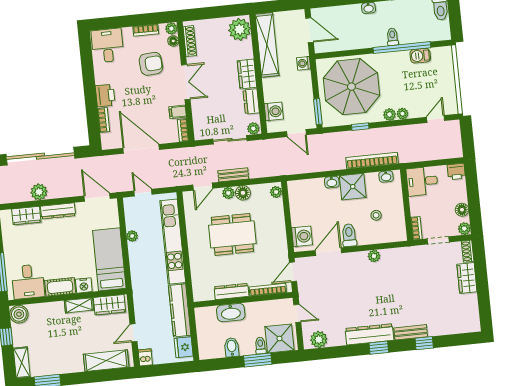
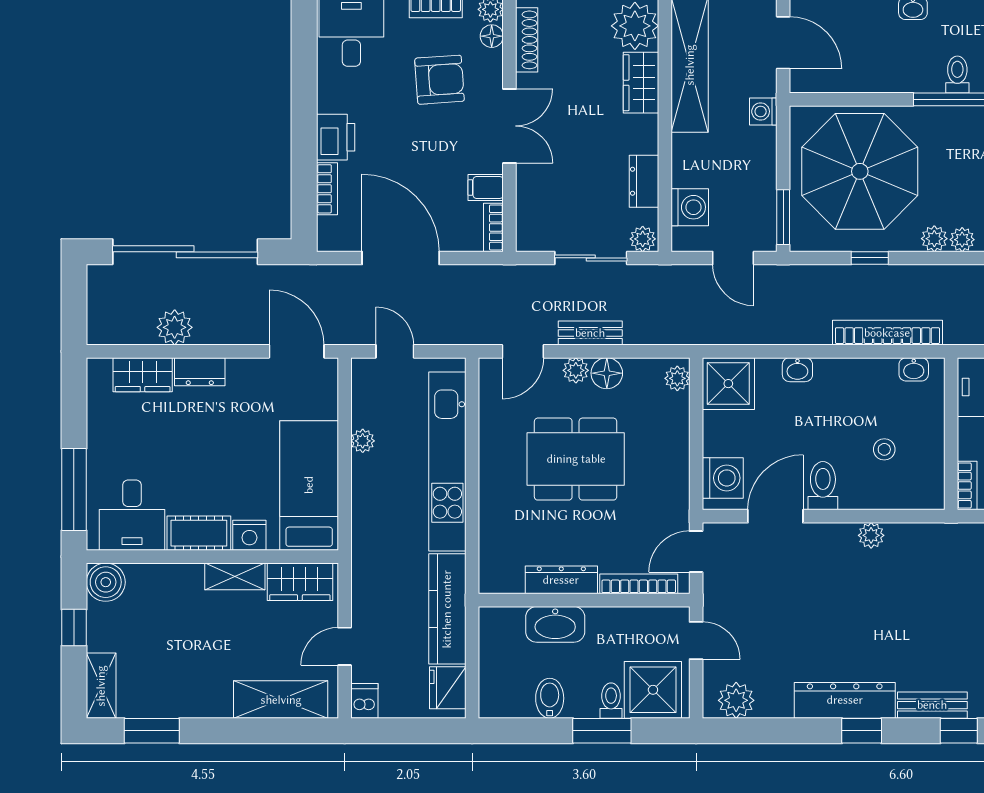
wardrobe: (247, 74) -> (641, 83), moved
shower: (353, 187) -> (728, 384), moved
dresser: (58, 211) -> (200, 372), width x0.70

